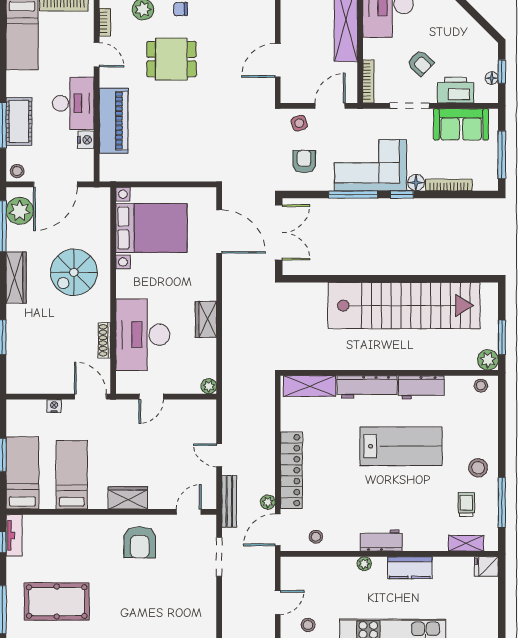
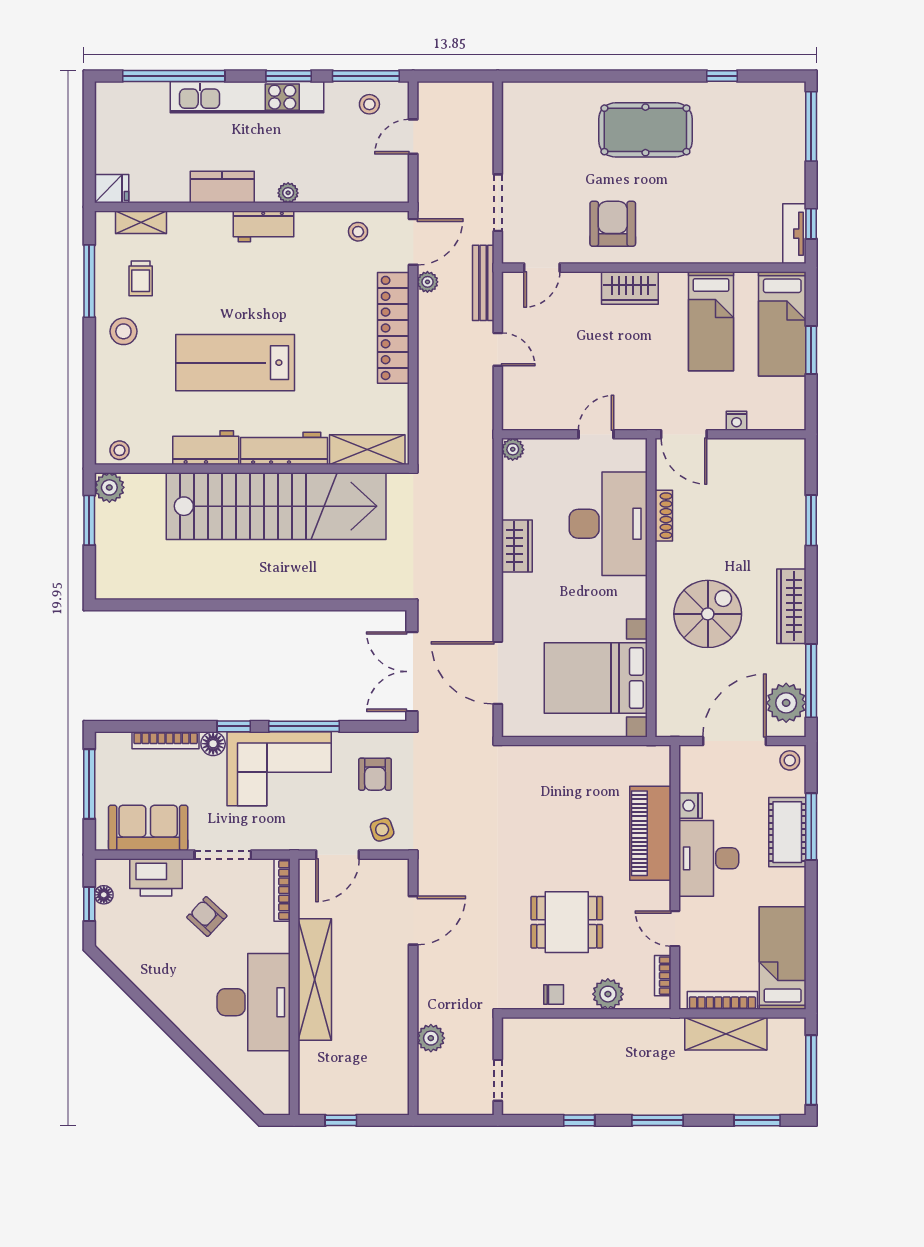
stairs: (404, 306) -> (276, 506), moved, turned 180
pool table: (57, 602) -> (645, 130), moved

